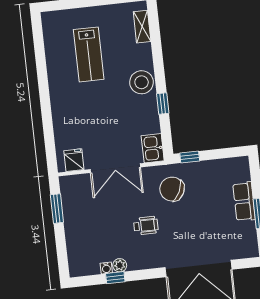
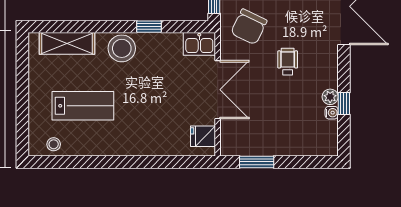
shelving: (142, 27) -> (67, 43), width x1.50, depth x1.33
stool: (53, 33) -> (54, 144), added

